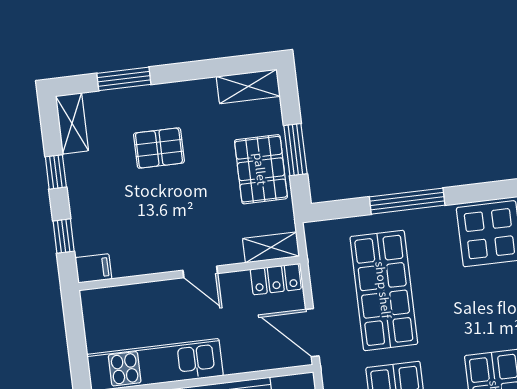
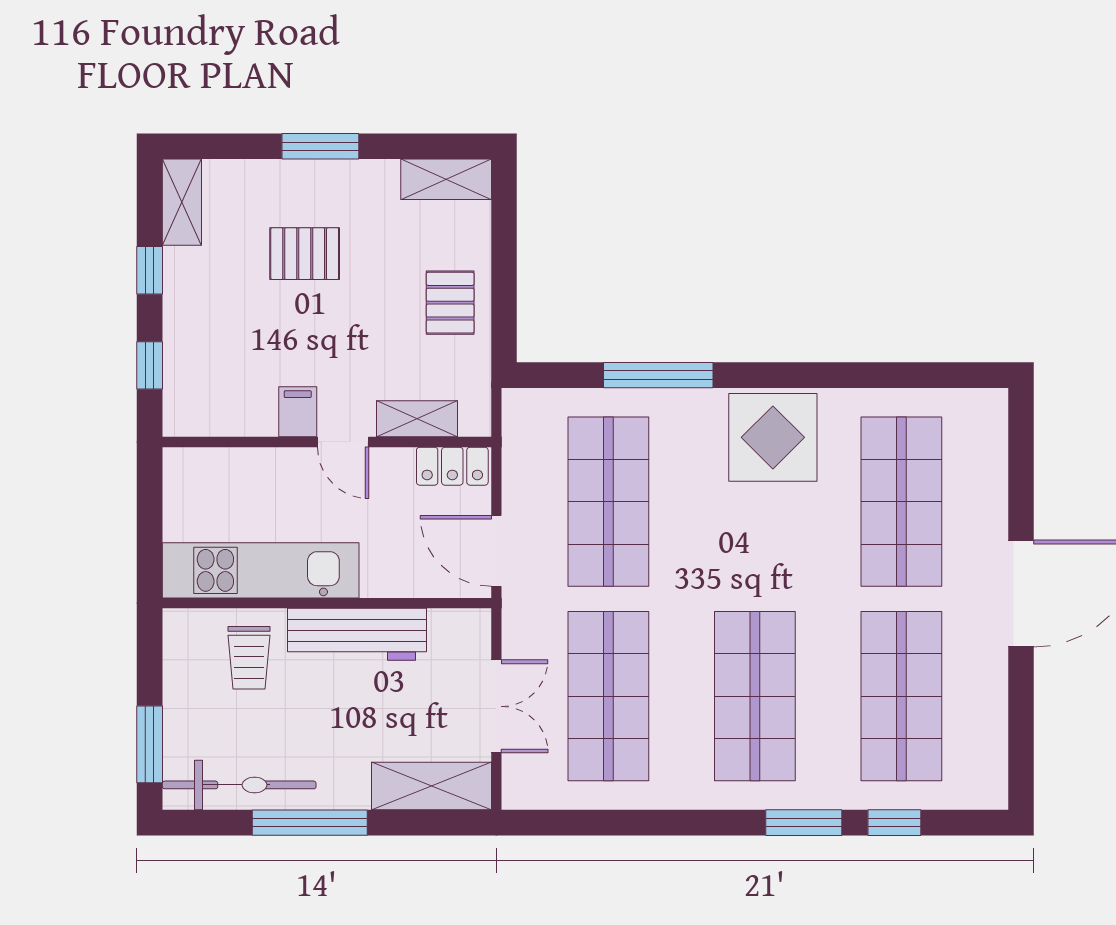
window: (124, 79) -> (320, 146), moved
window: (295, 150) -> (504, 280), removed
pallet: (261, 169) -> (450, 303), width x0.67, depth x0.71
shelving: (271, 247) -> (417, 419), moved
filing cabinet: (93, 268) -> (298, 412), moved, turned -90

